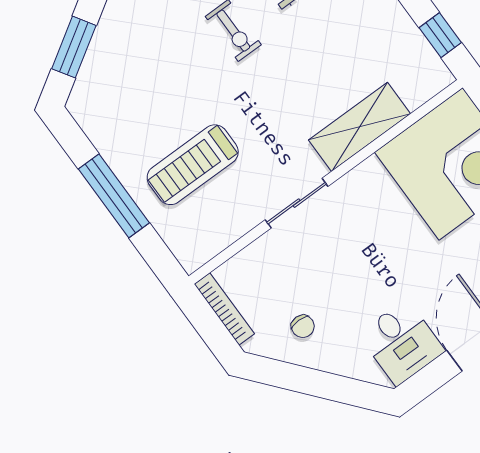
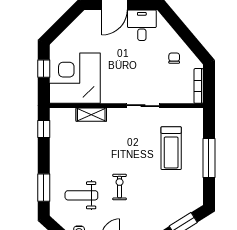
shelving: (360, 127) -> (91, 115), width x0.67, depth x0.75
treadmill: (193, 165) -> (171, 148), turned 90

